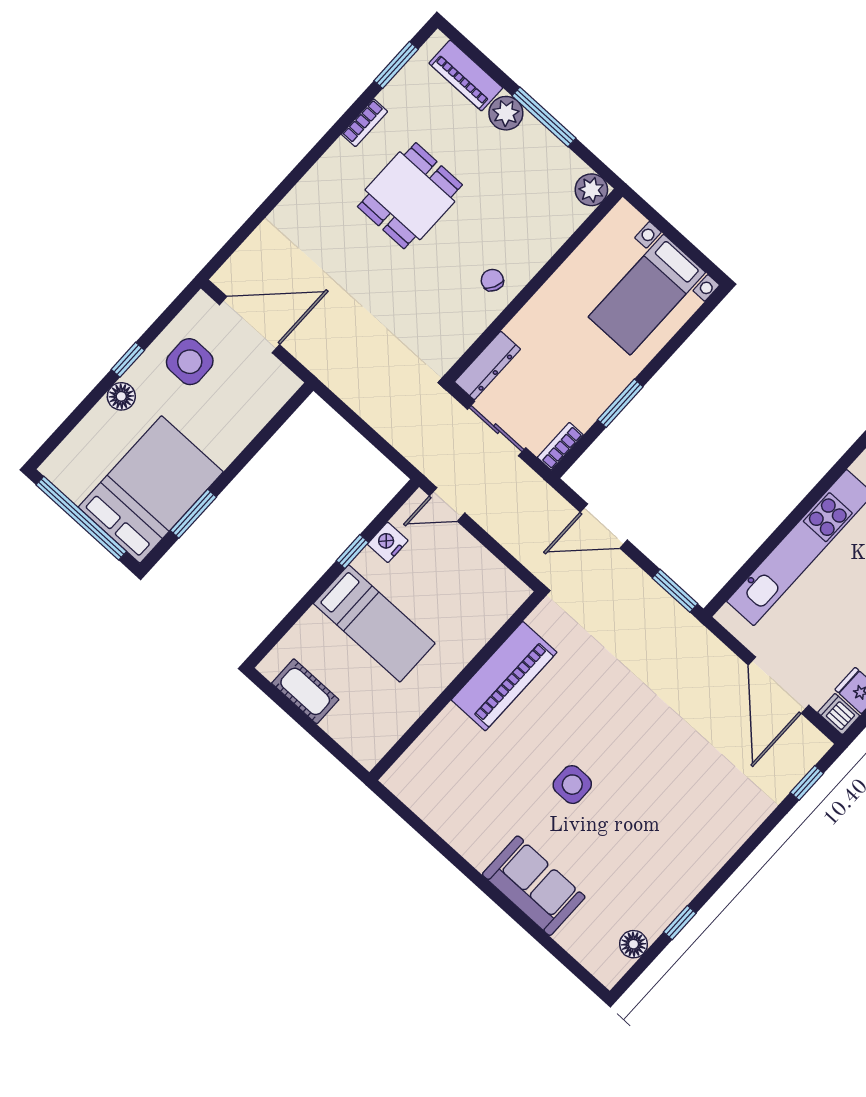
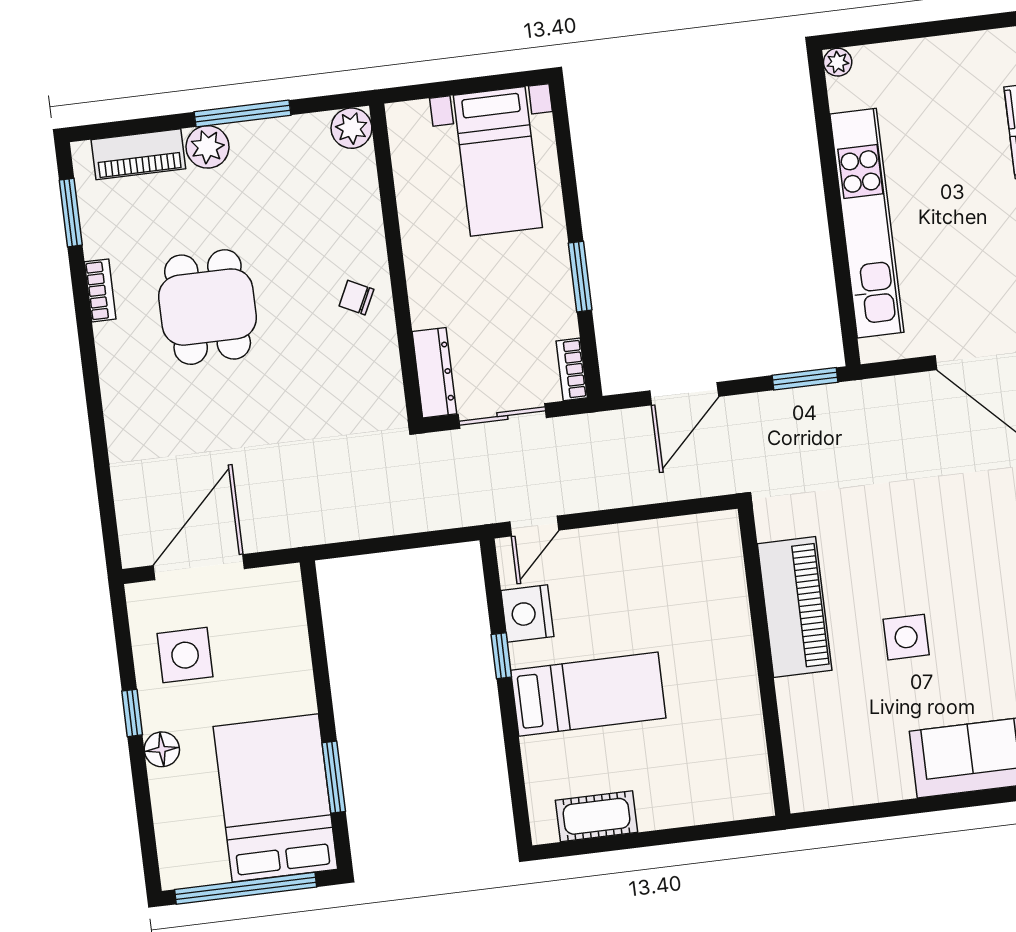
nightstand: (388, 542) -> (527, 614), width x1.36, depth x1.33
piano: (504, 676) -> (795, 607), moved
wall: (456, 686) -> (764, 661), moved

